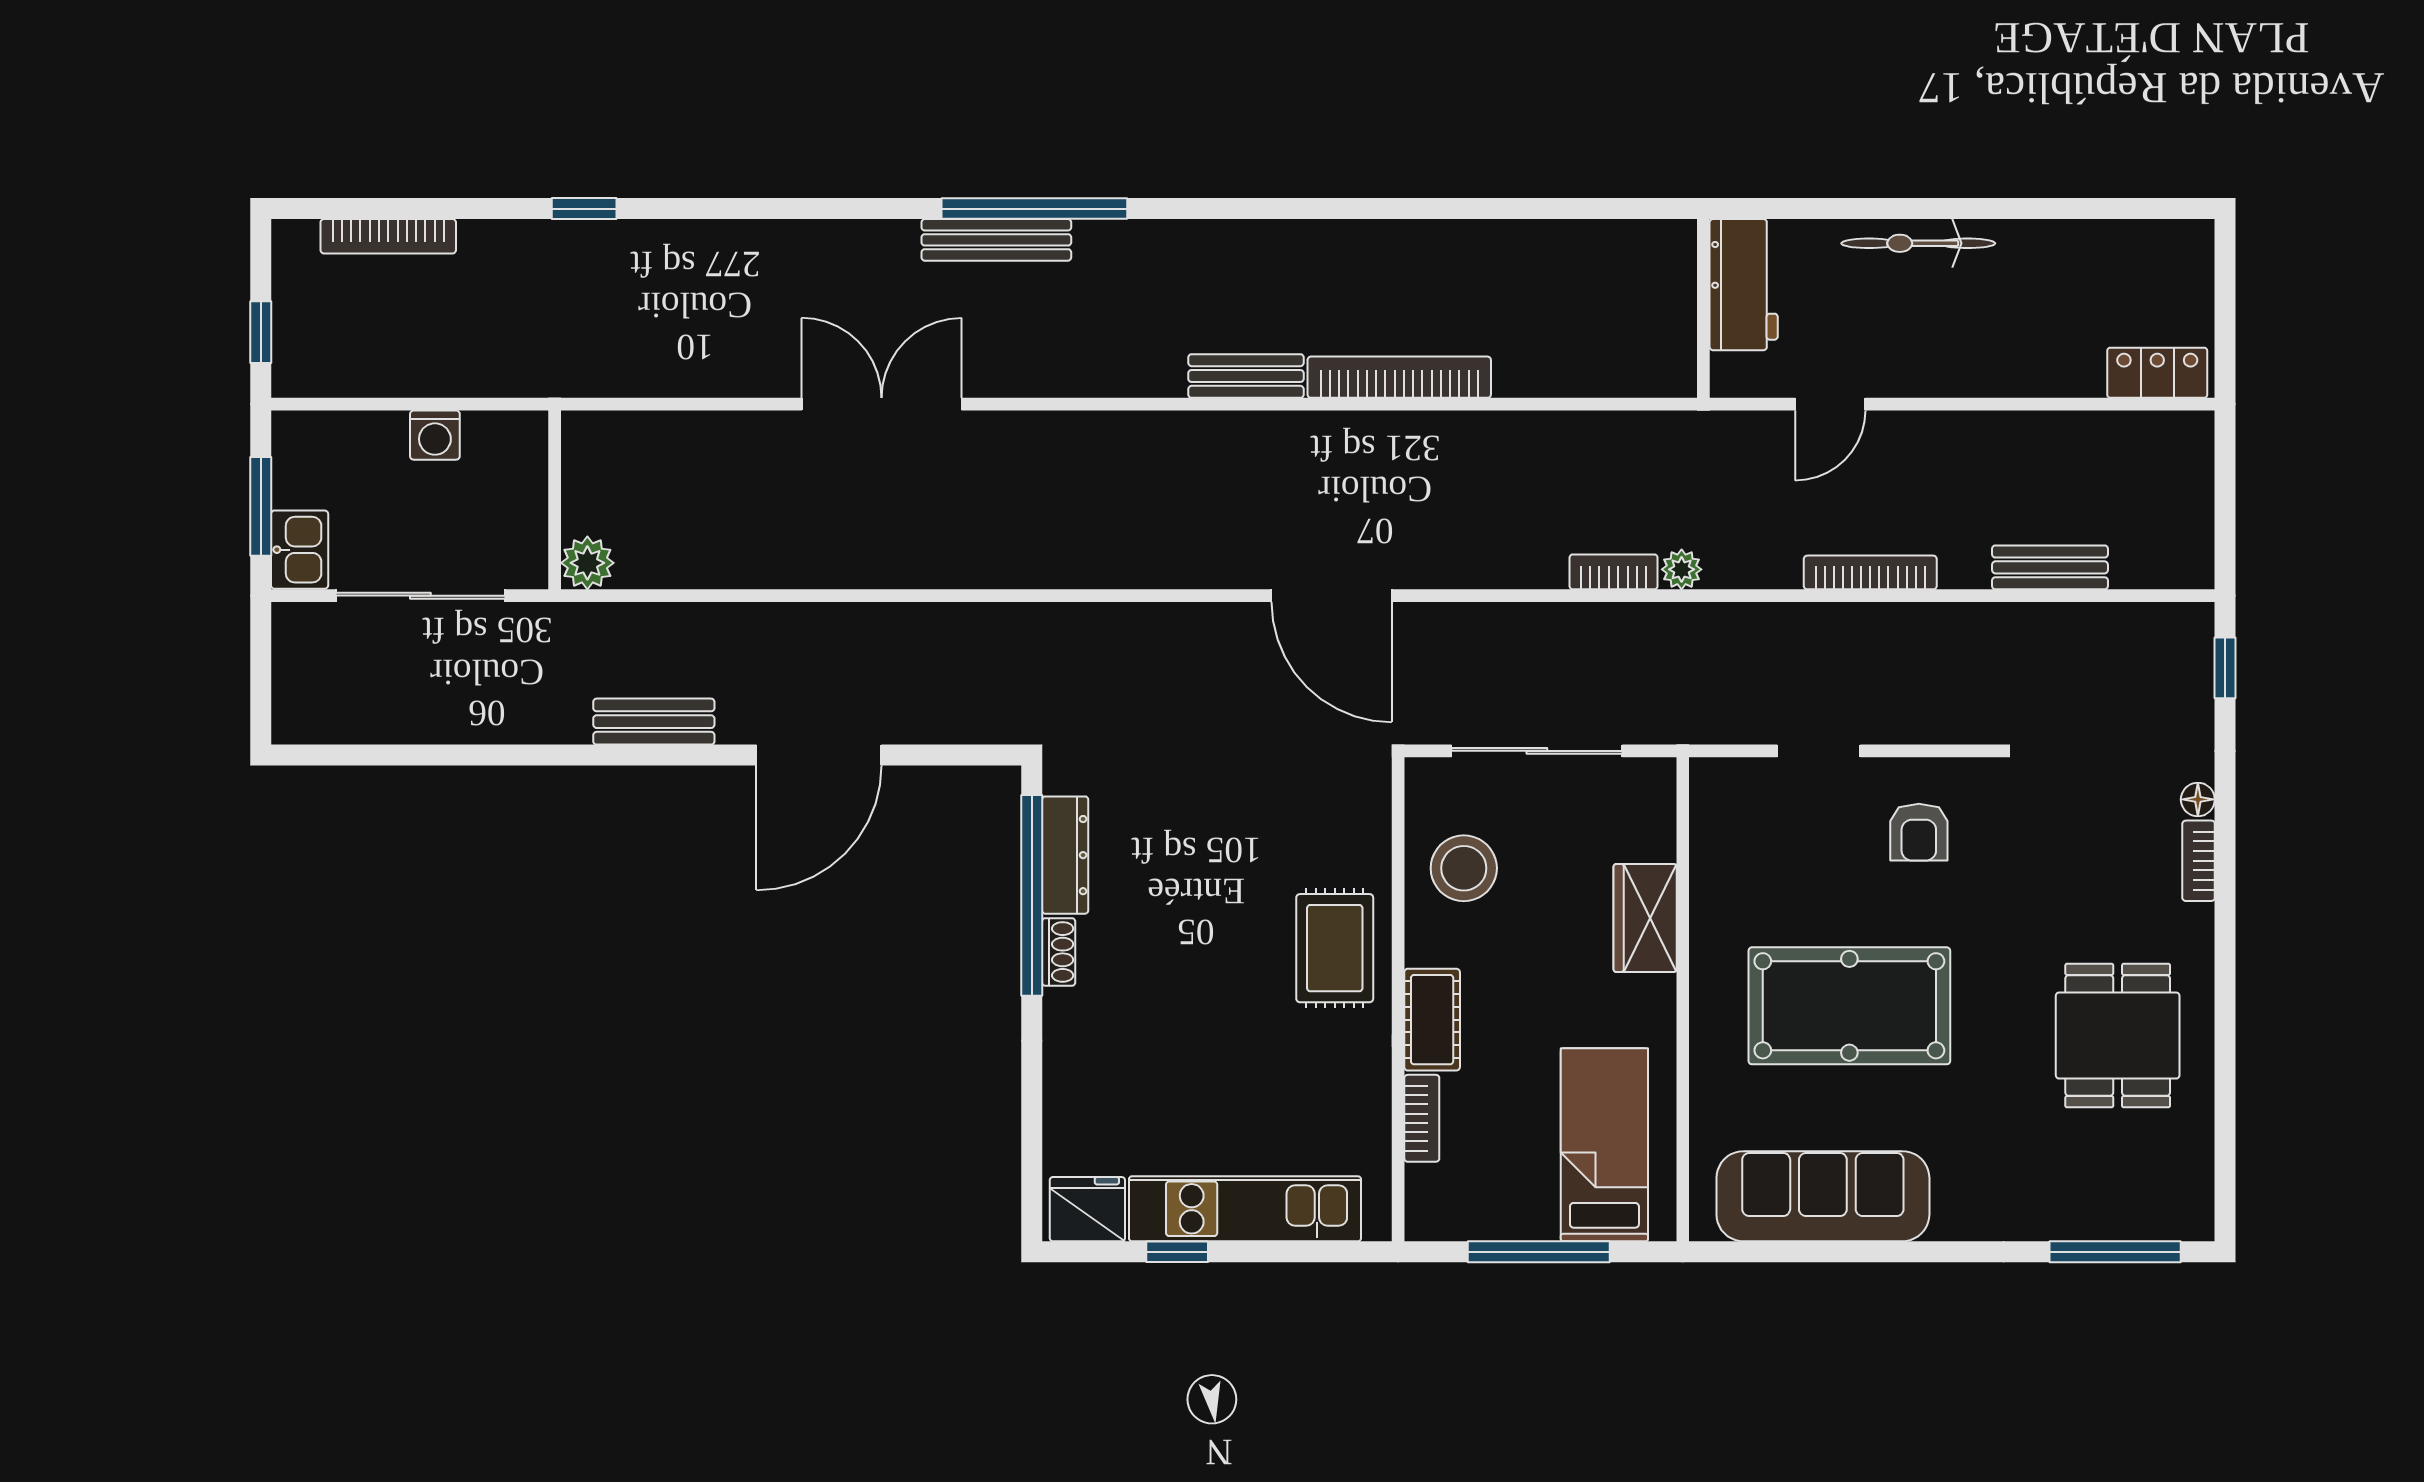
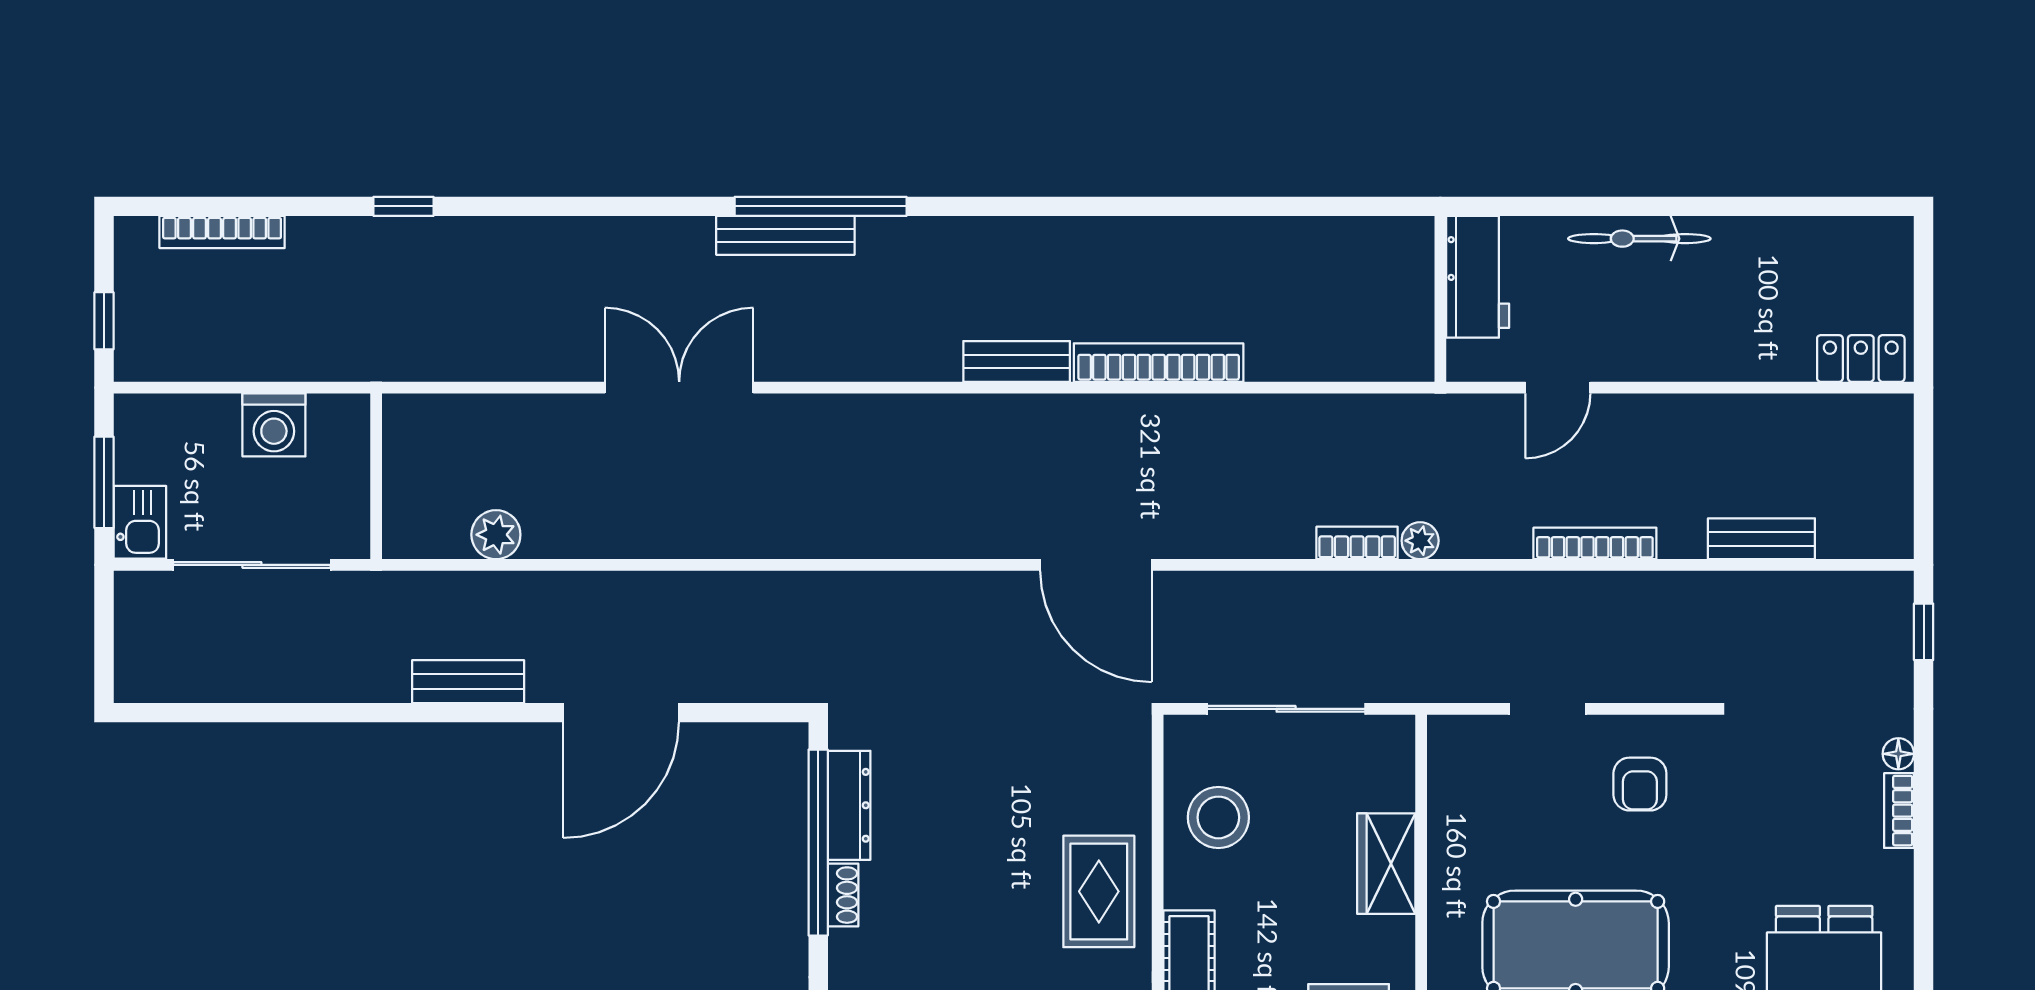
washing machine: (435, 435) -> (274, 425), width x1.38, depth x1.38
plant: (587, 563) -> (496, 535), moved

